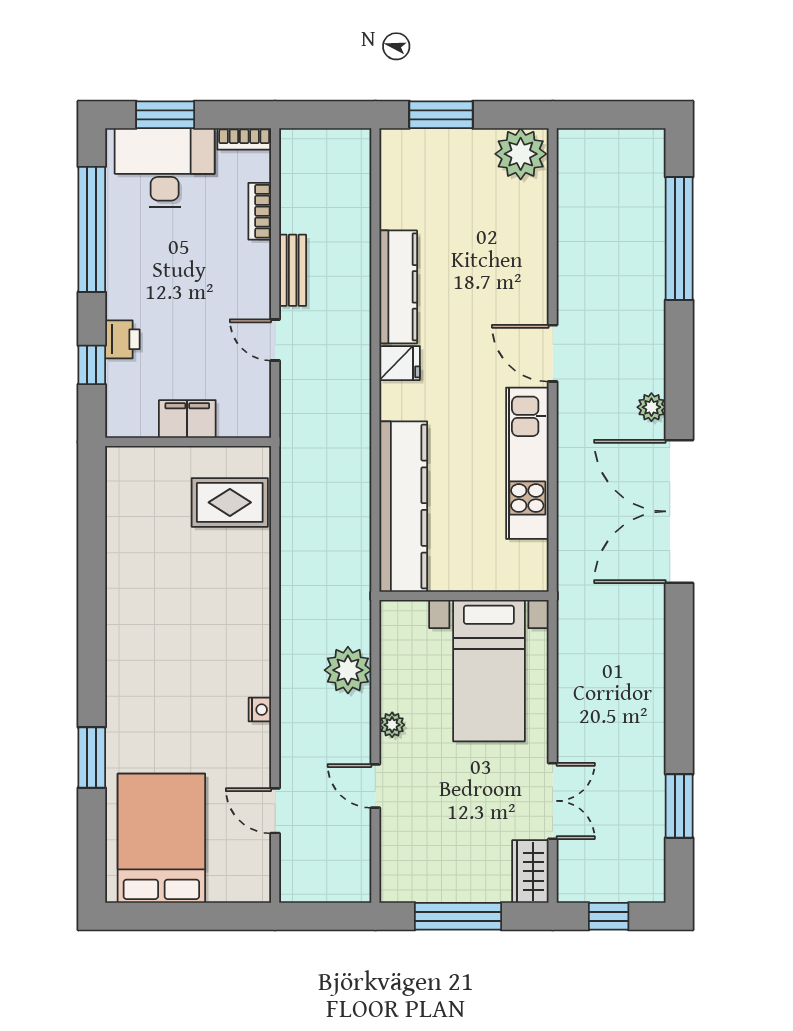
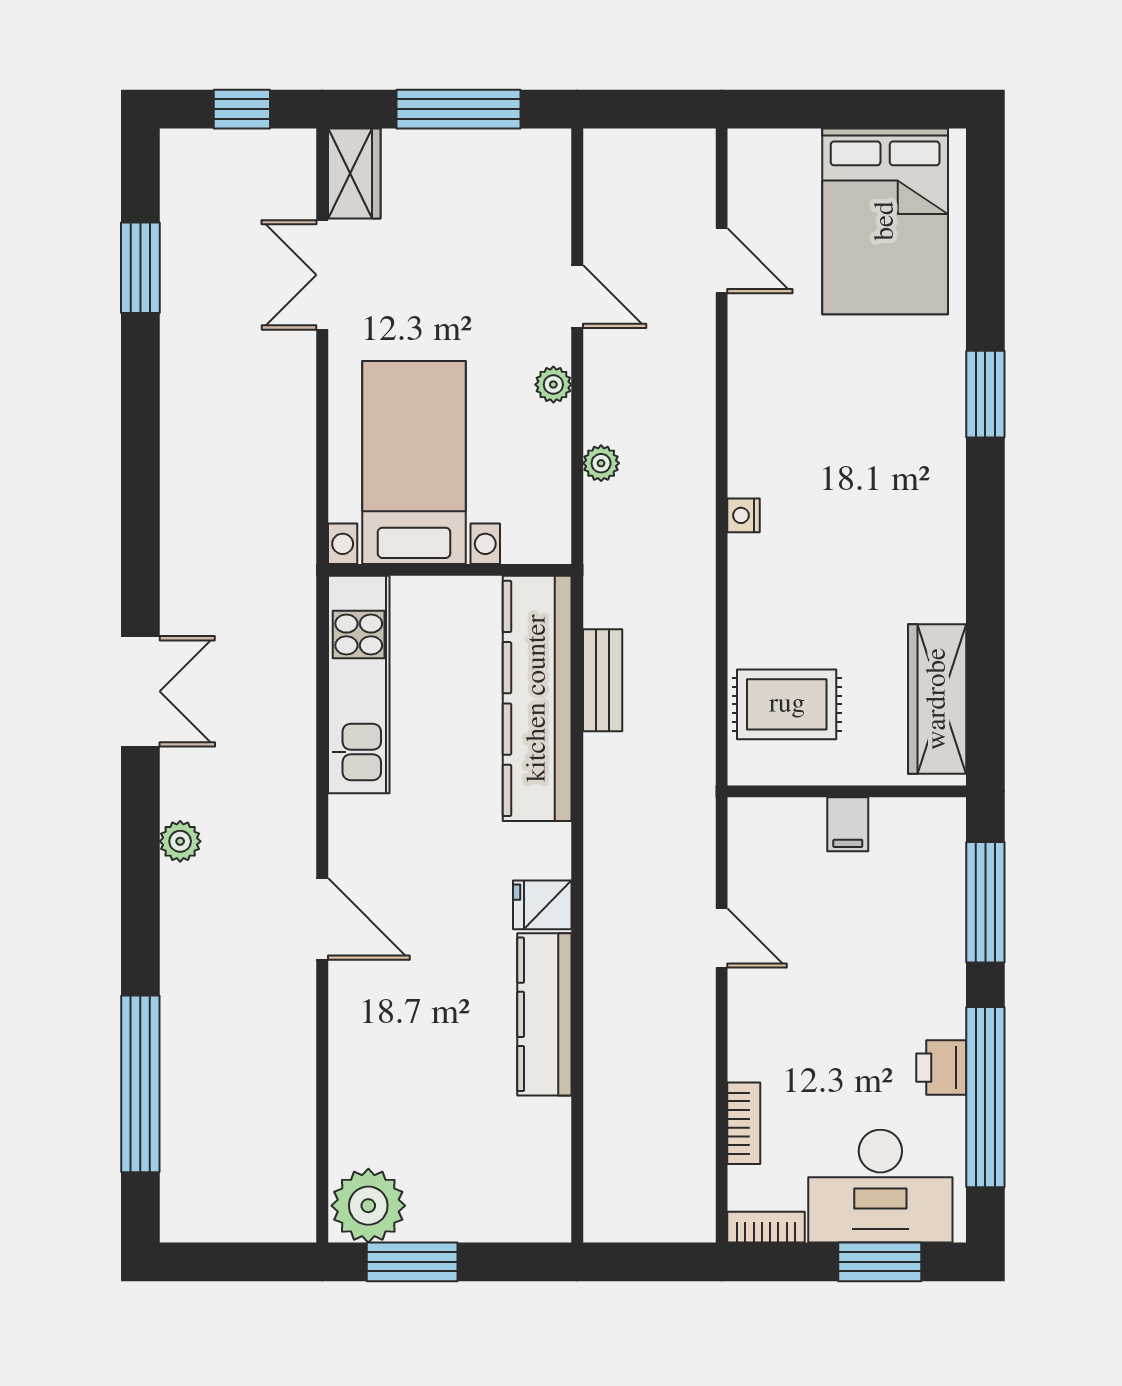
window: (441, 115) -> (412, 1262), moved
bench: (293, 270) -> (603, 680), moved
printer: (122, 339) -> (941, 1068), moved
window: (92, 365) -> (985, 902), width x2.17
filing cabinet: (187, 419) -> (848, 824), width x0.50
kitchen unit: (527, 463) -> (359, 685), moved
wardrobe: (125, 506) -> (937, 699), added
double door: (679, 511) -> (140, 691), width x0.54
plant: (348, 670) -> (601, 463), width x0.53, depth x0.53
nightstand: (260, 710) -> (743, 515), moved
window: (92, 758) -> (985, 394), moved

